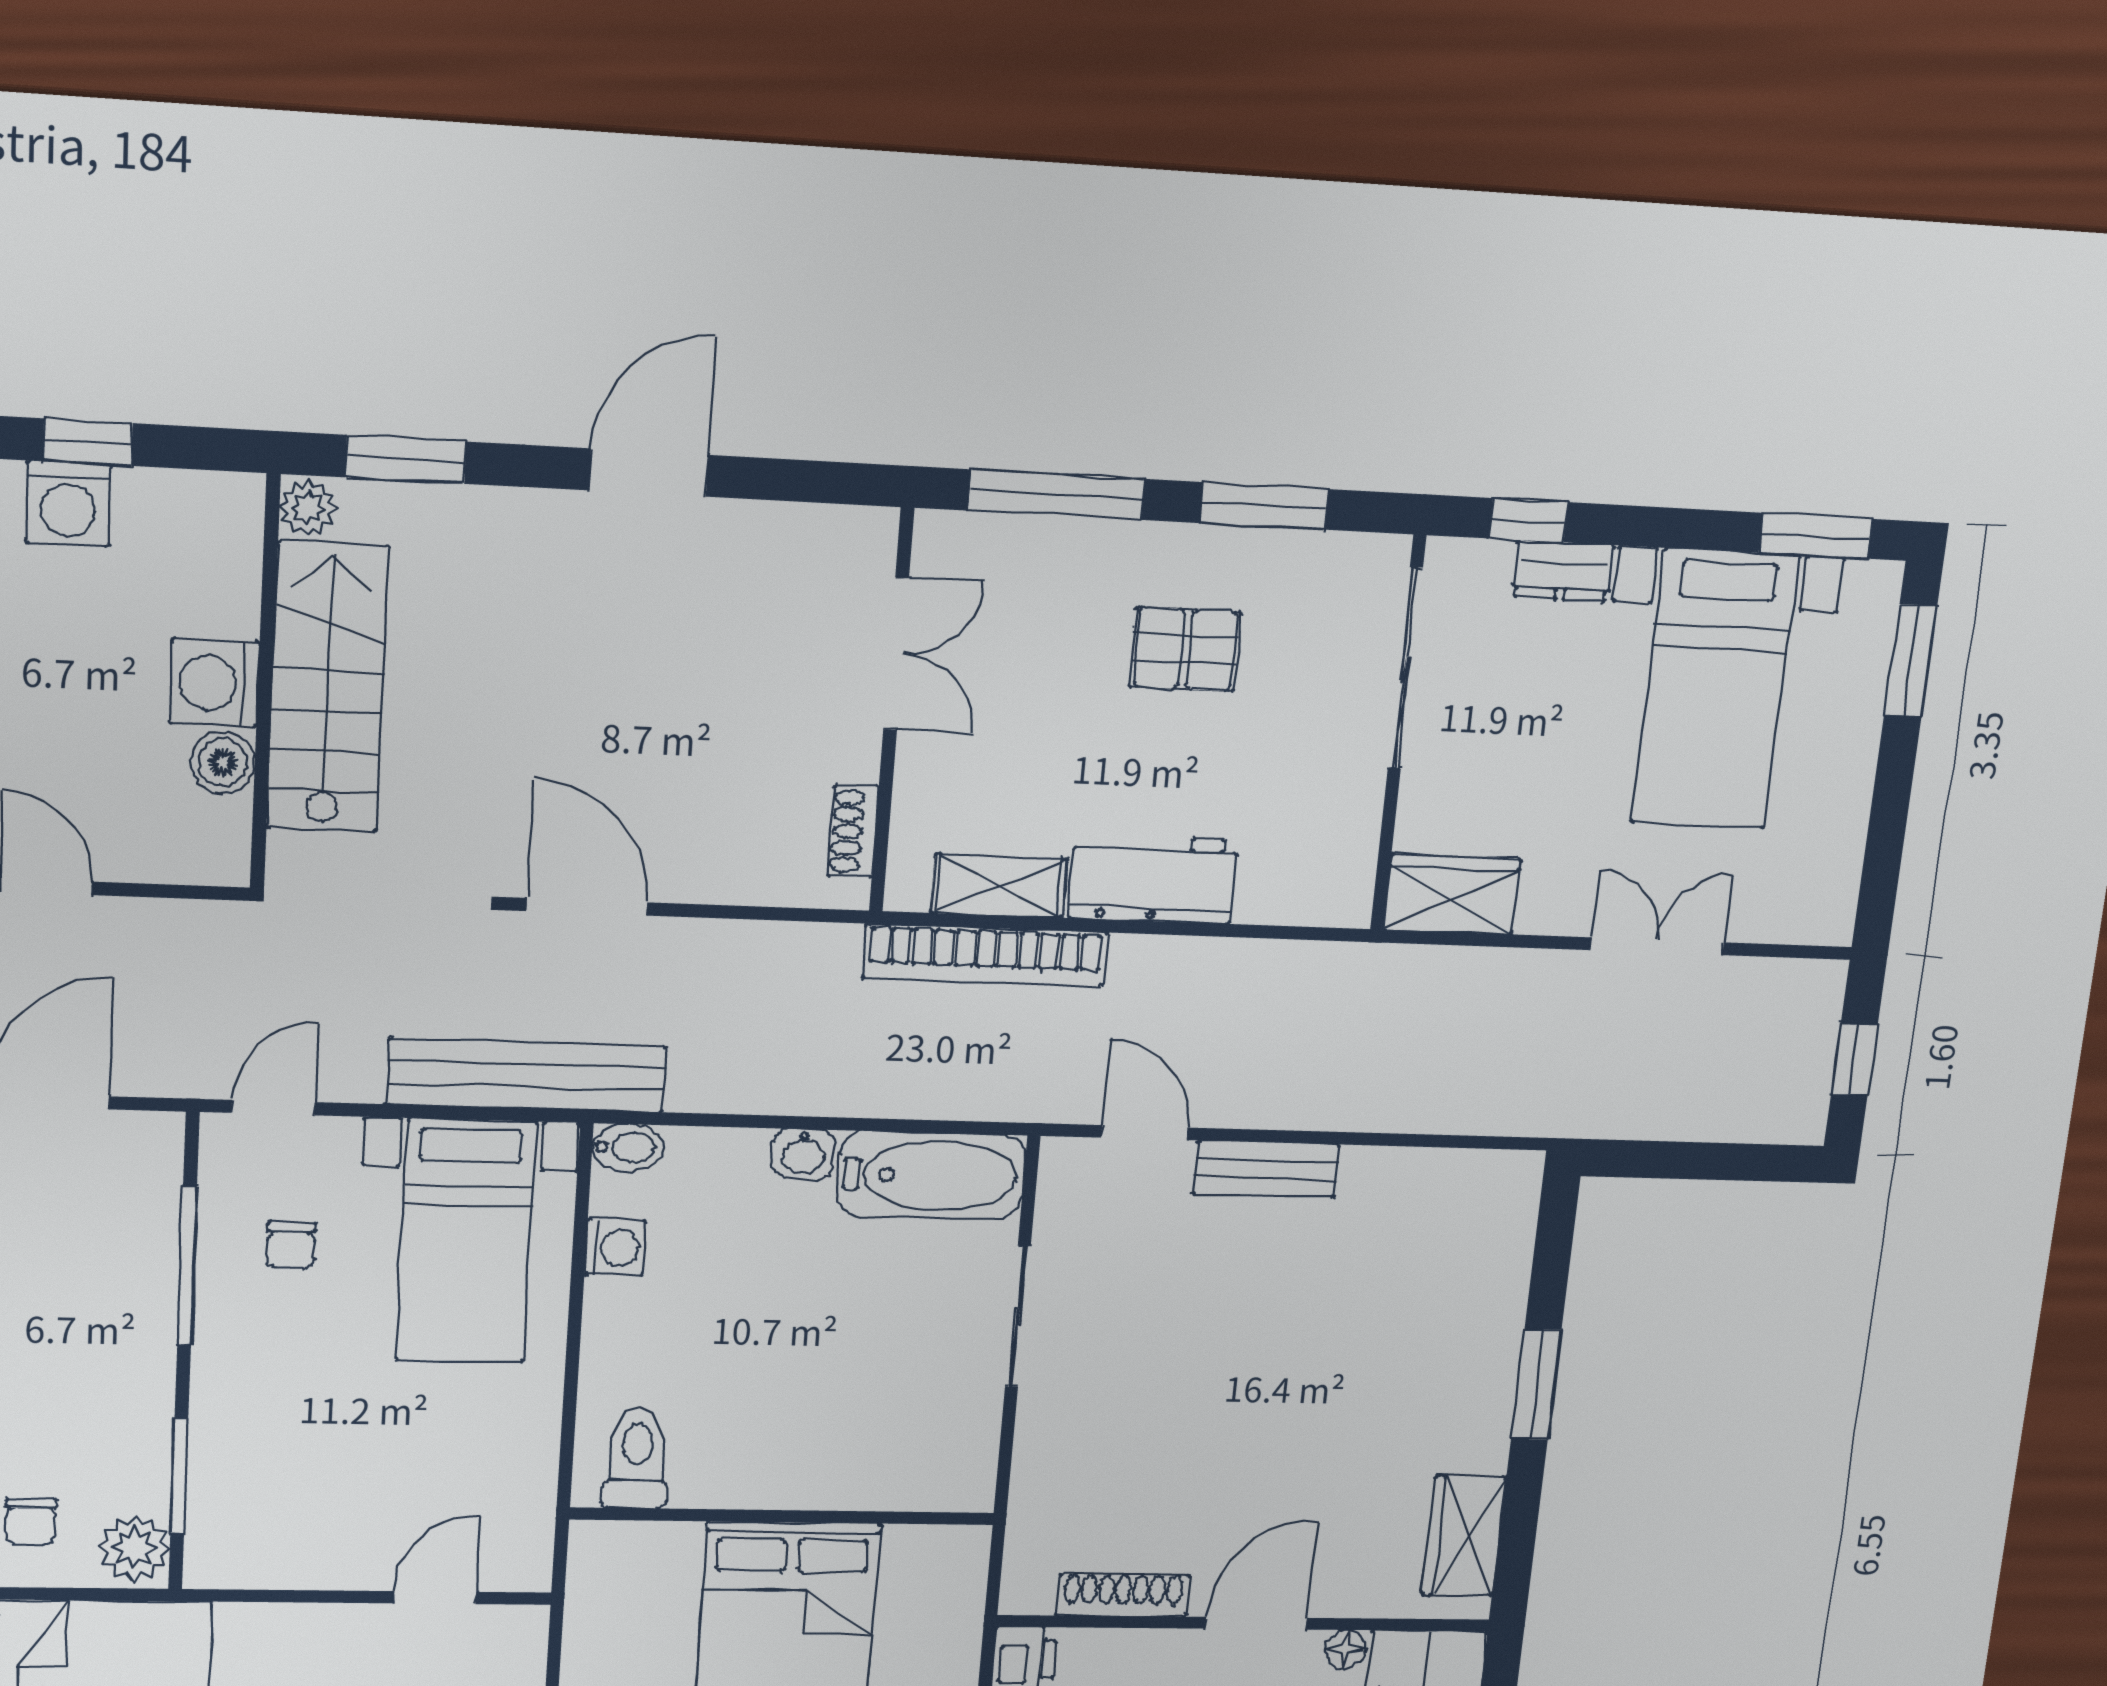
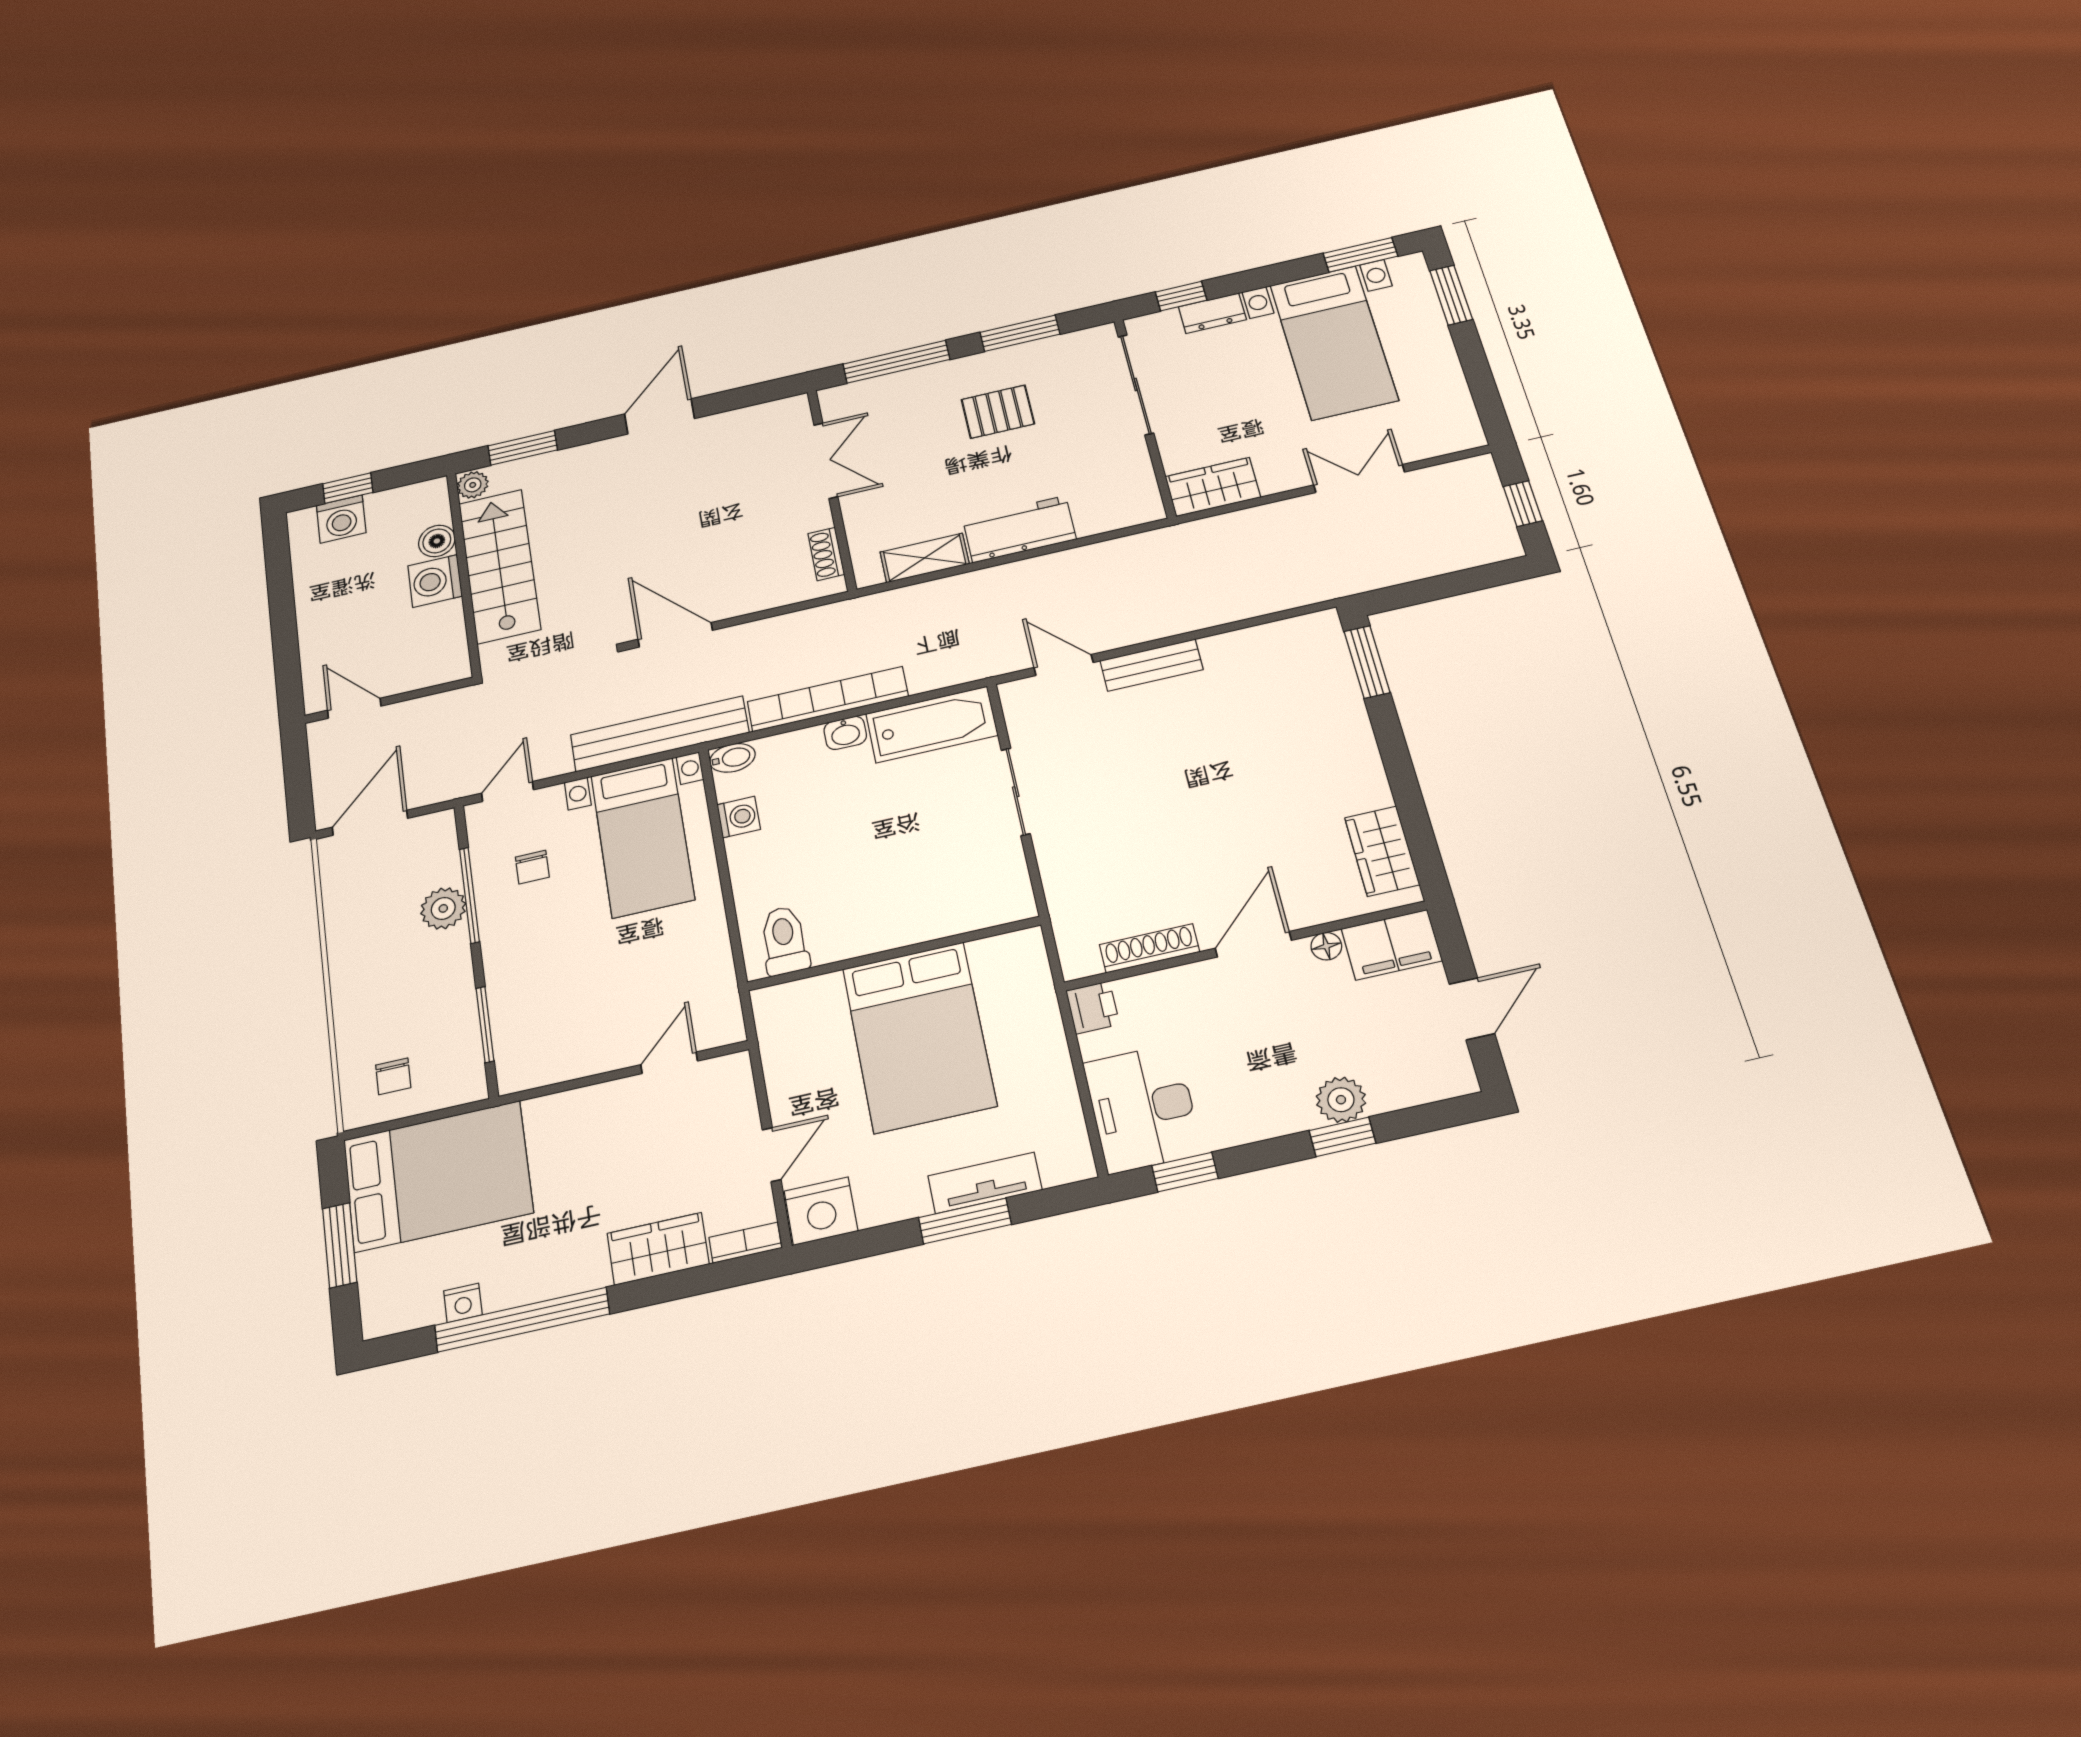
boiler: (223, 763) -> (437, 541), moved
bookcase: (986, 955) -> (828, 699), moved, turned 180
window: (1536, 1384) -> (1367, 662), moved
plant: (134, 1548) -> (443, 908), moved

